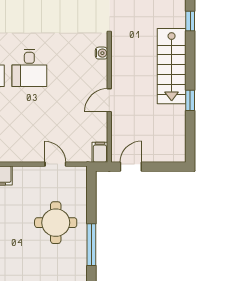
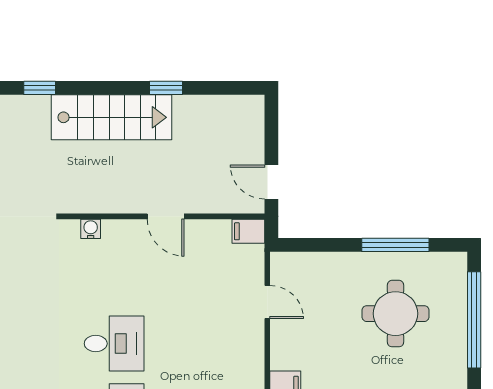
door: (55, 164) -> (267, 302), swing flipped
round table: (56, 223) -> (396, 314), moved

